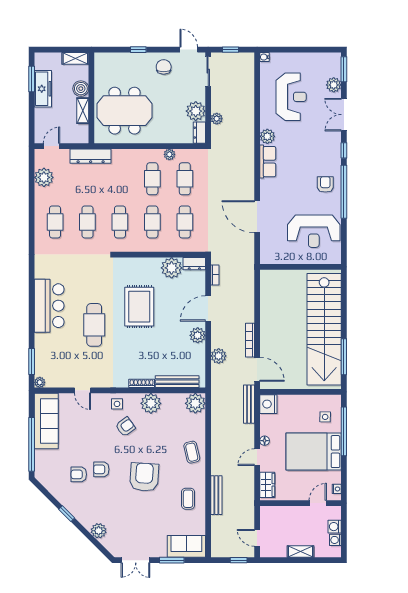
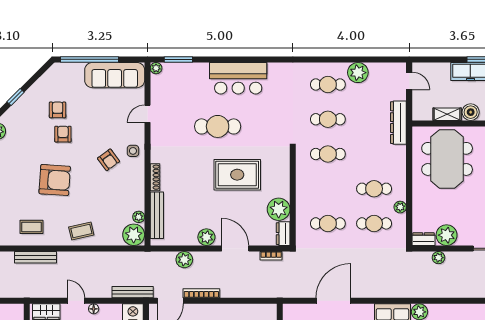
plant: (44, 177) -> (358, 73), moved
cafe table: (152, 222) -> (328, 189), removed
plant: (151, 403) -> (139, 217), moved, width x0.53, depth x0.53

